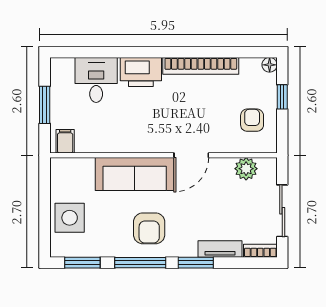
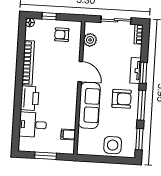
filing cabinet: (65, 141) -> (68, 134), moved
tv unit: (220, 249) -> (135, 70), moved

